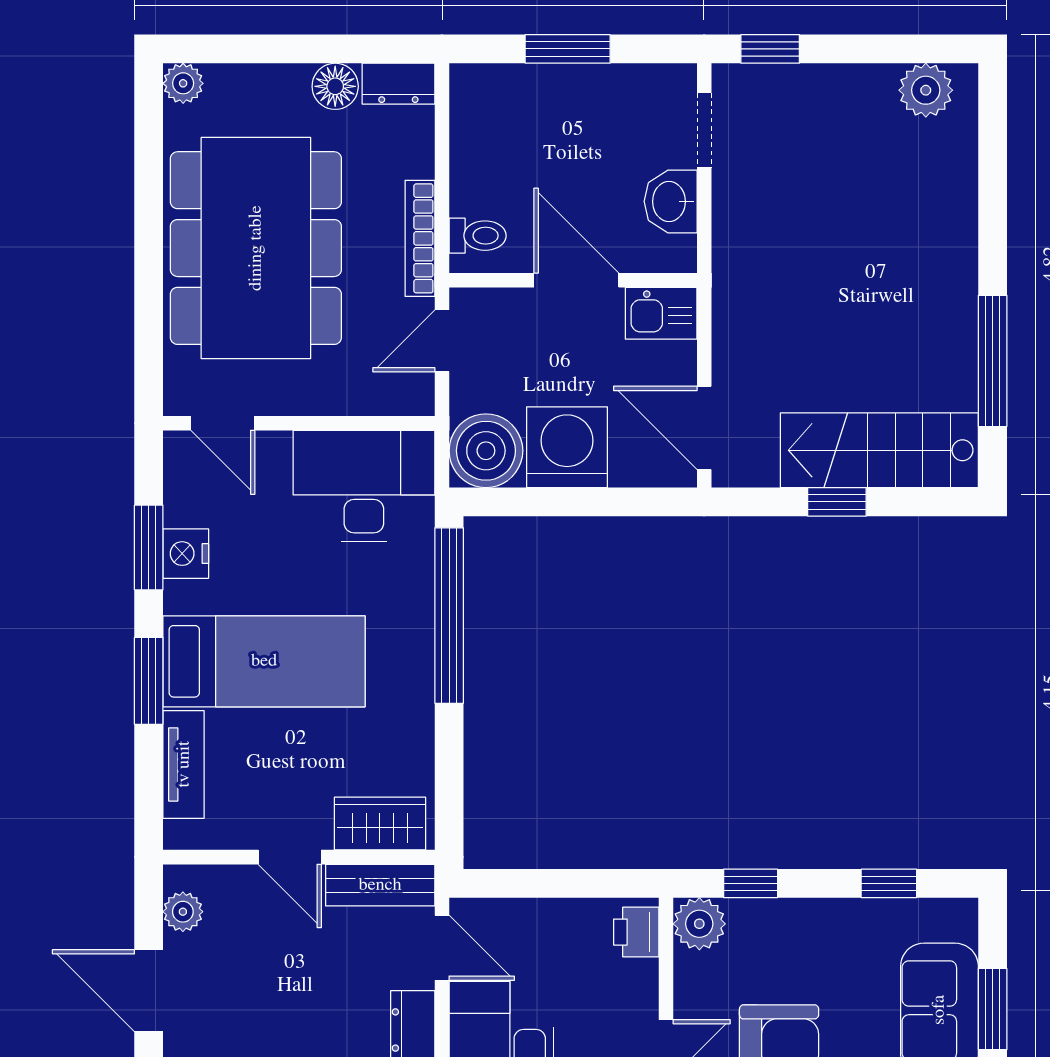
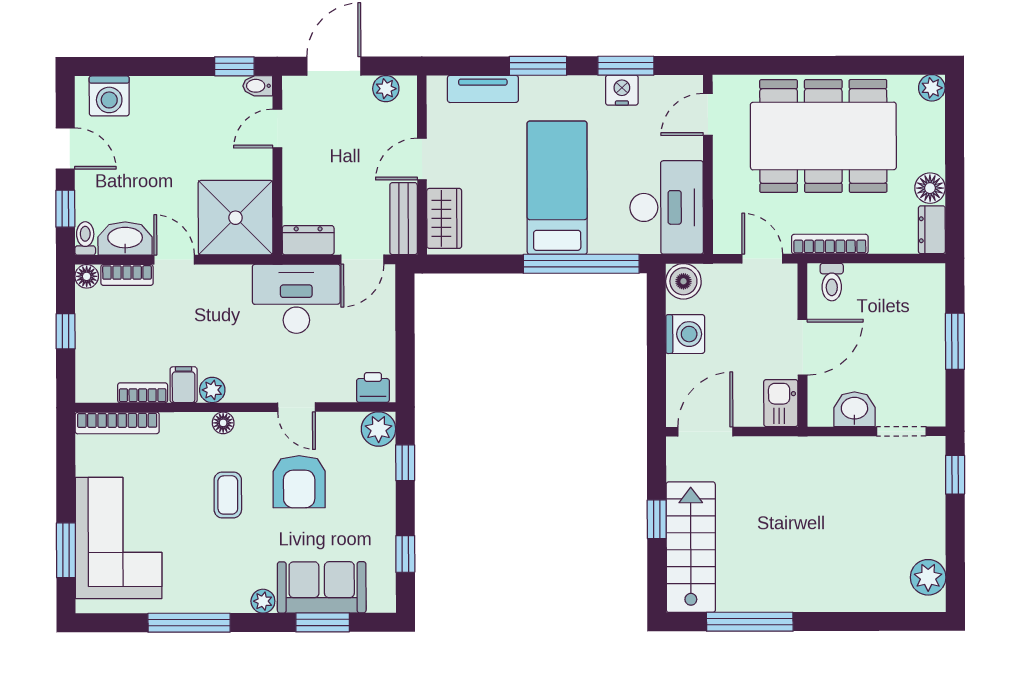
washing machine: (567, 447) -> (685, 334), width x0.73, depth x0.73
boiler: (486, 451) -> (683, 281), width x0.73, depth x0.73
bed: (264, 661) -> (557, 188), moved, turned 180

